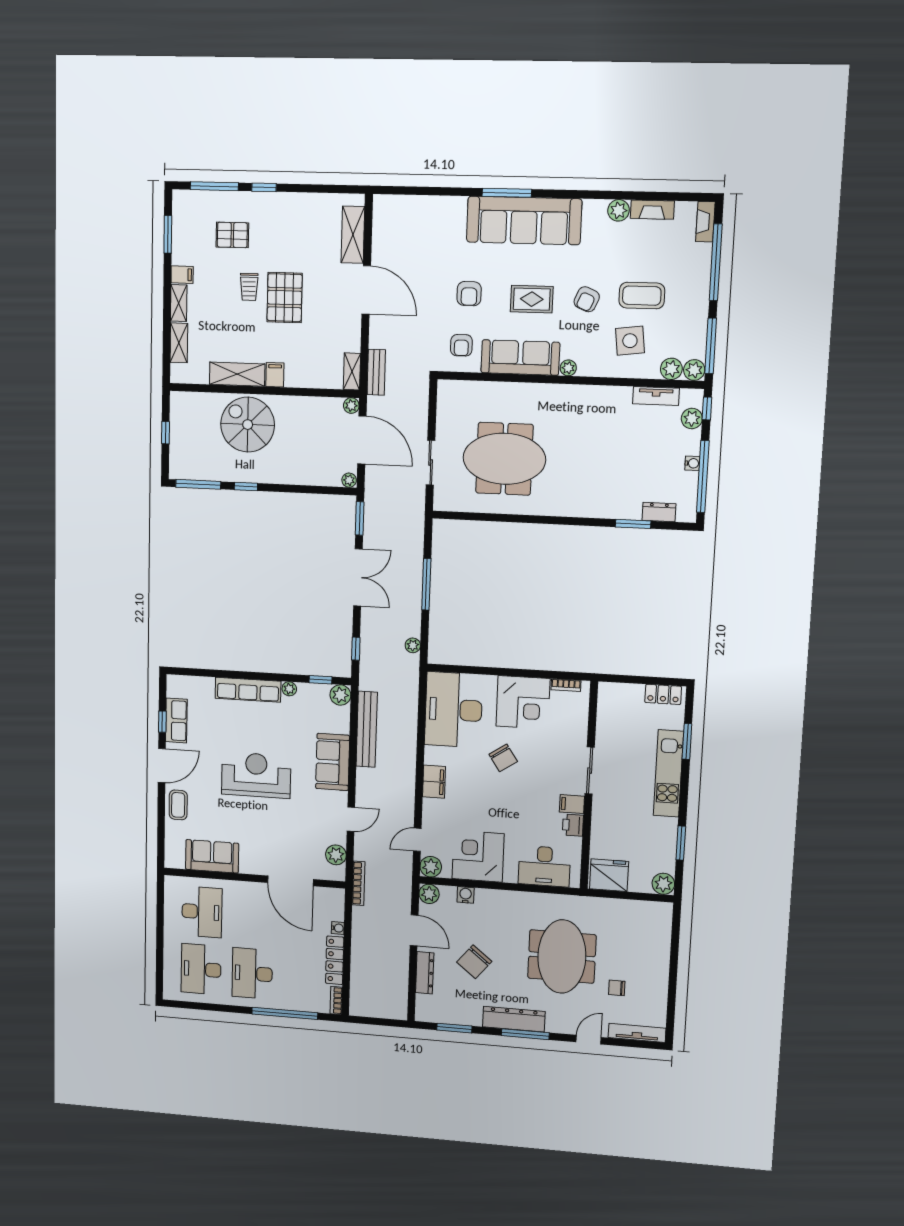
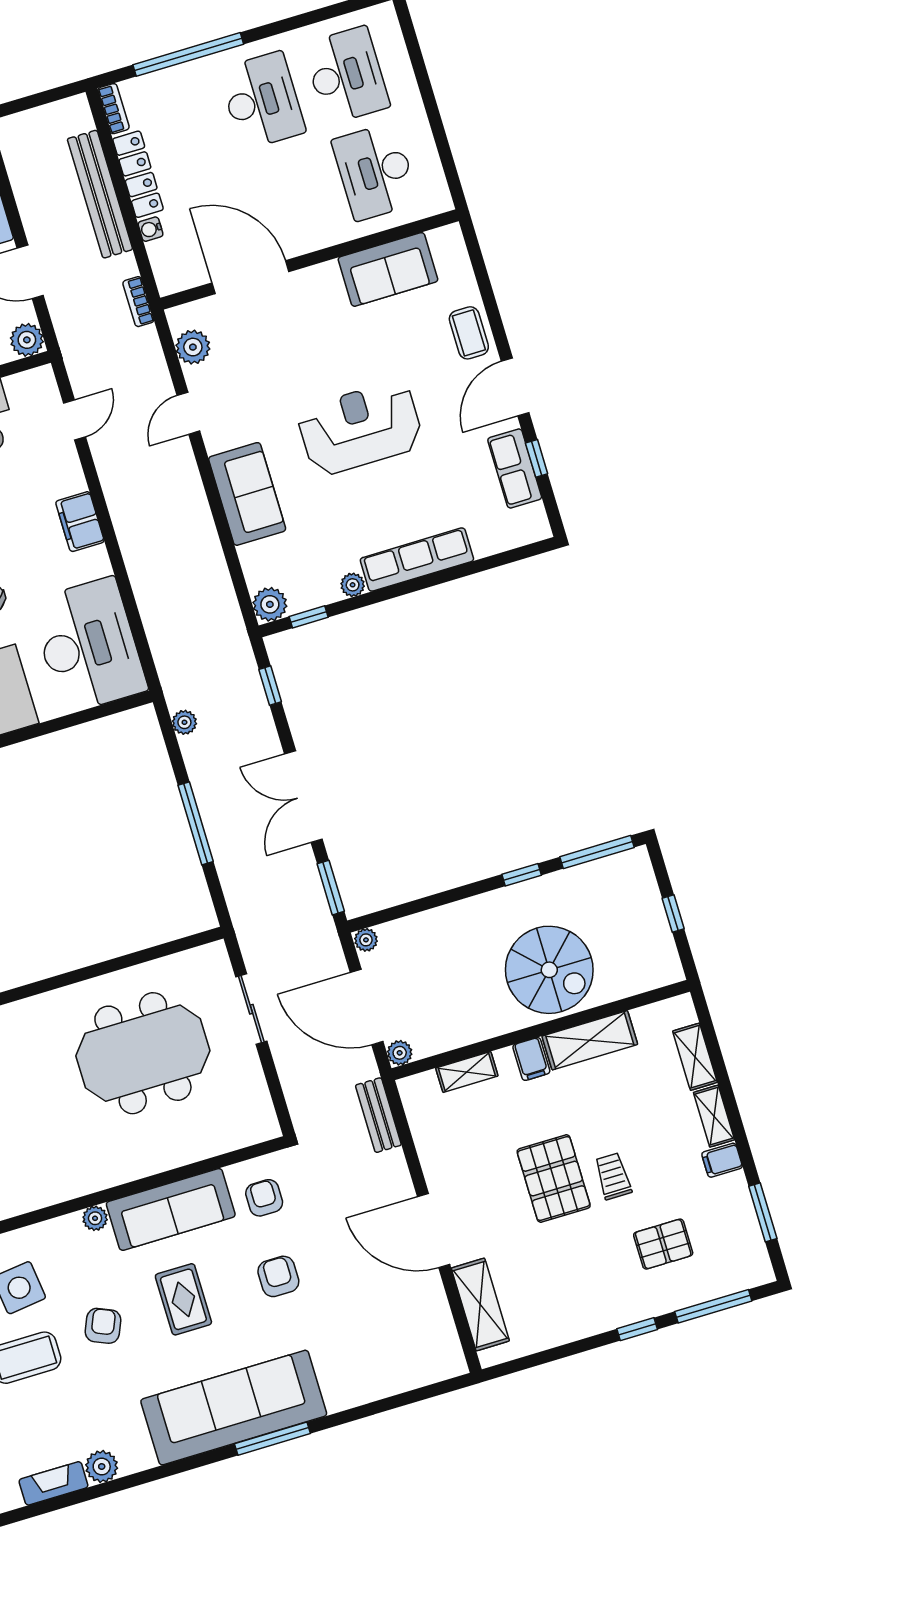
rug: (532, 299) -> (183, 1299), turned 90
shelving: (352, 371) -> (467, 1072), moved, turned 90
bench: (367, 729) -> (100, 194), moved
reception desk: (256, 775) -> (360, 428), turned 180
plant: (431, 867) -> (39, 385), removed
bookcase: (358, 883) -> (138, 302), width x0.64

